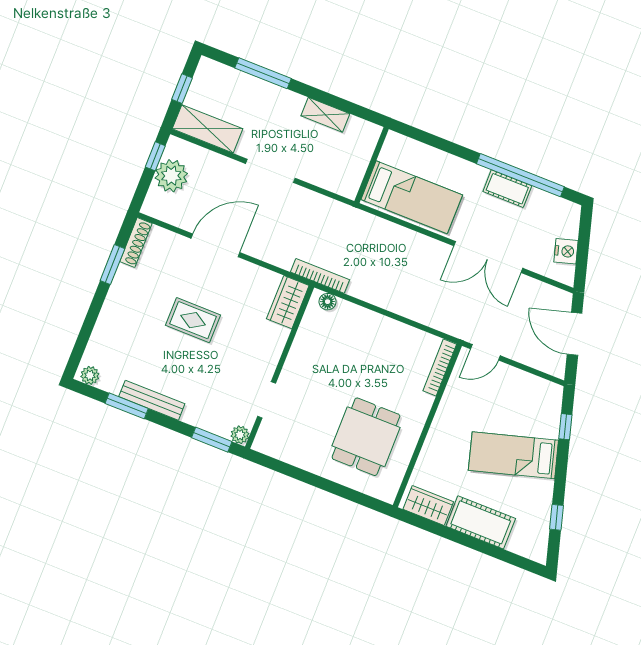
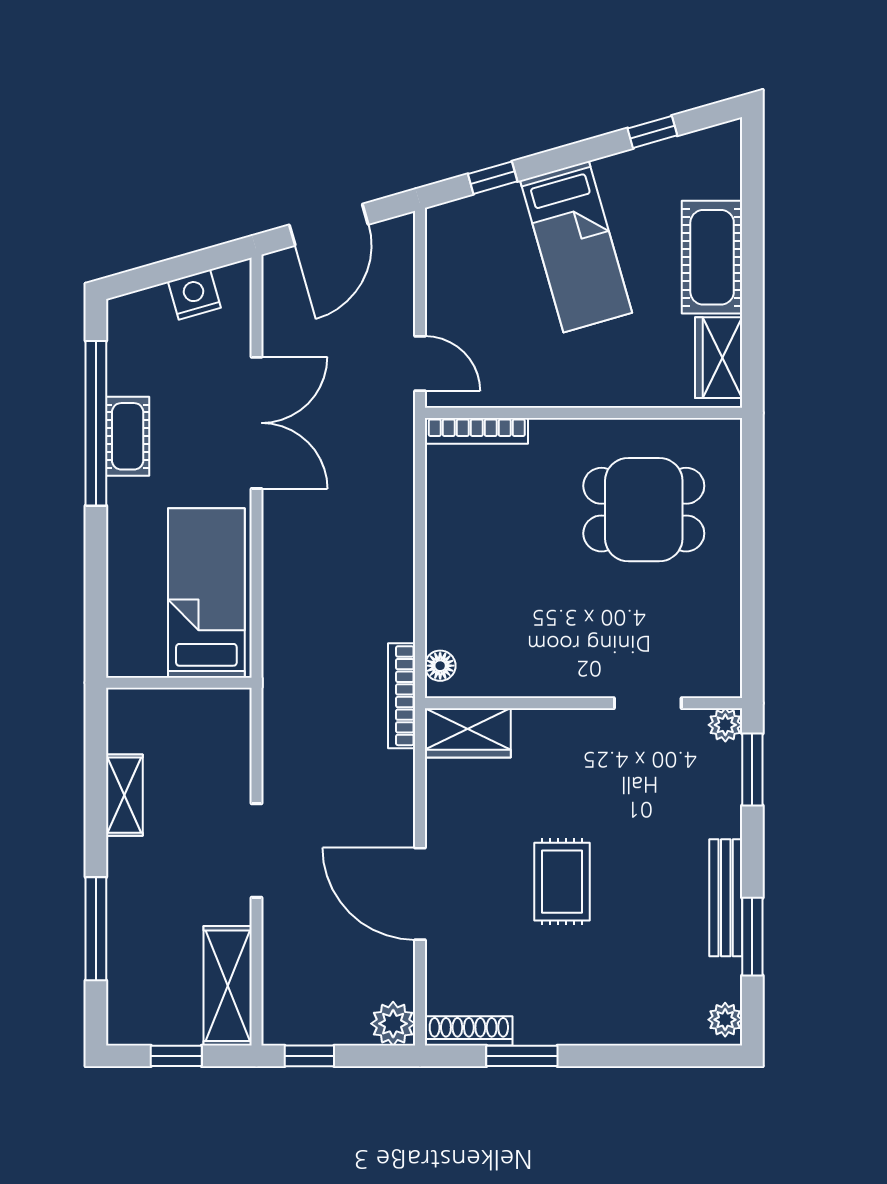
plant: (171, 176) -> (393, 1024), moved, width x0.73, depth x0.73

